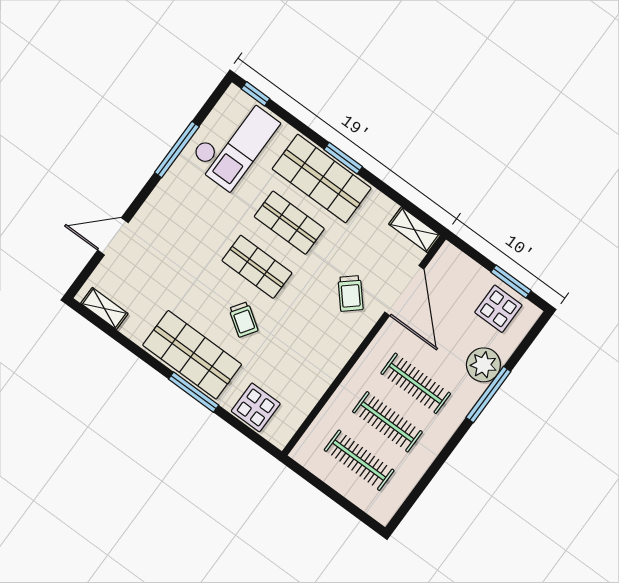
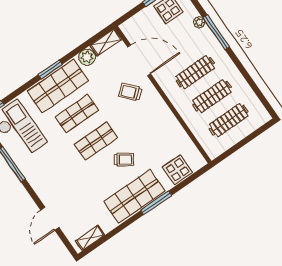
plant: (382, 208) -> (87, 57), added
trolley: (350, 293) -> (130, 92), turned 180
plant: (483, 365) -> (199, 22), width x0.53, depth x0.53

